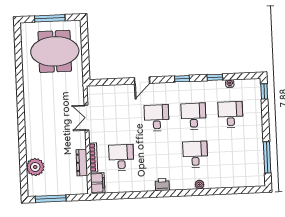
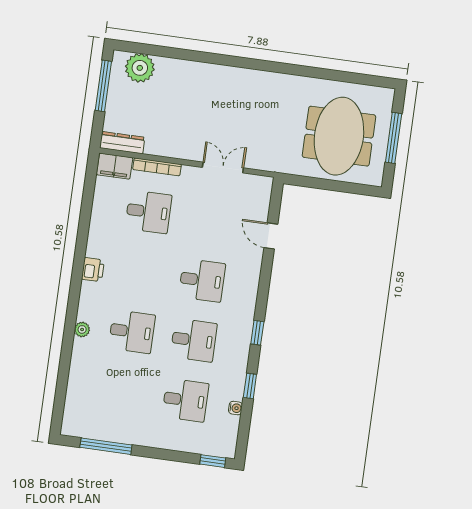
door: (142, 80) -> (271, 236), moved
dresser: (82, 163) -> (122, 143), moved
plant: (35, 167) -> (140, 68), moved

